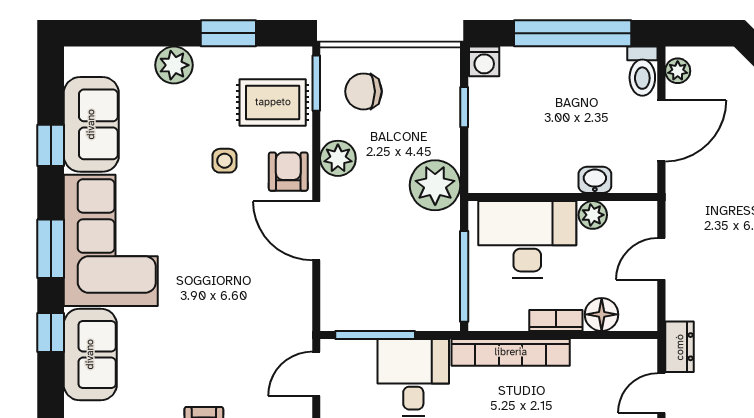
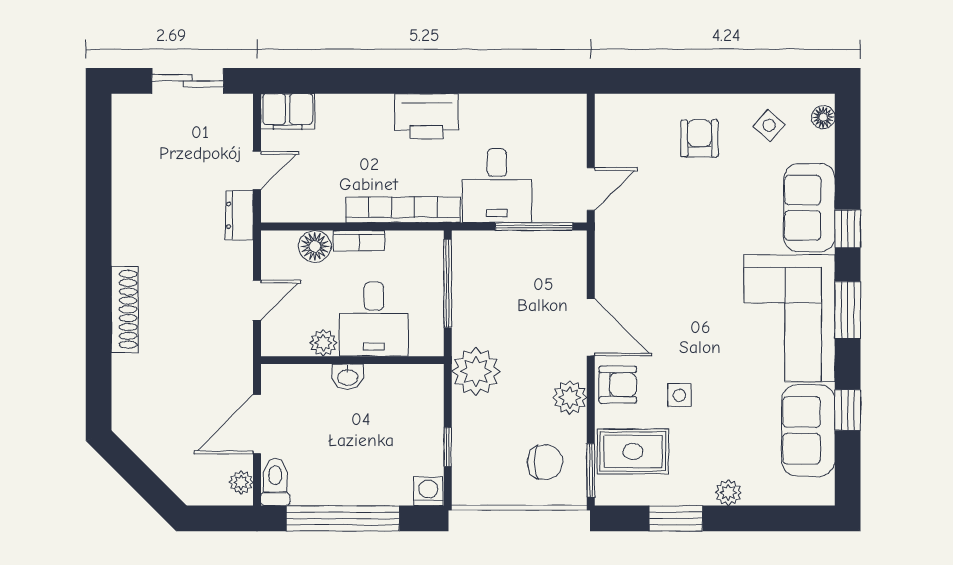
plant: (174, 65) -> (728, 493), width x0.73, depth x0.73
armchair: (288, 172) -> (618, 385), turned -90
washbasin: (595, 180) -> (348, 377), moved
desk: (527, 239) -> (374, 319), width x0.73

